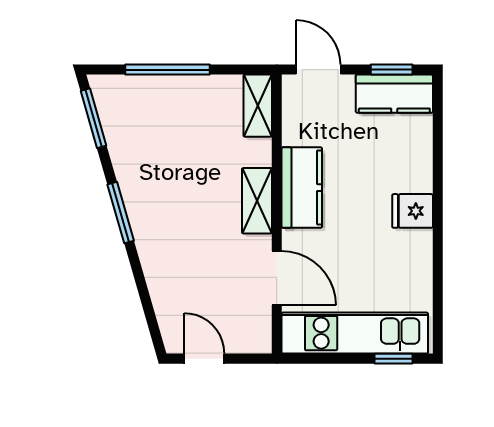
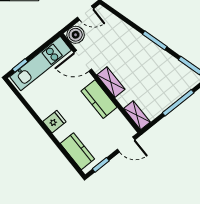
kitchen counter: (394, 94) -> (77, 151), moved, turned 90
boiler: (252, 334) -> (76, 35), added

